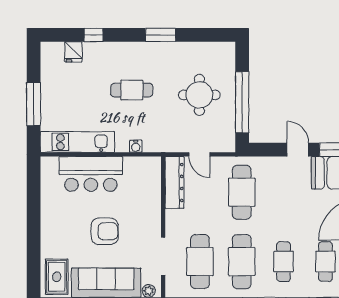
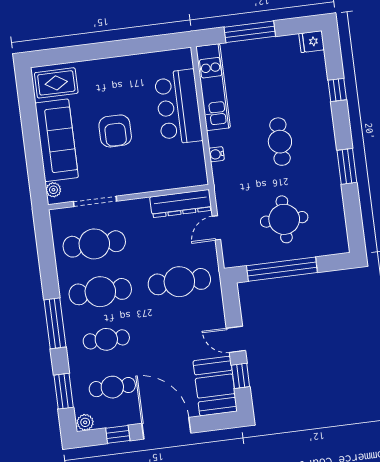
fridge: (73, 52) -> (312, 42), moved
door: (298, 150) -> (236, 339), swing flipped

